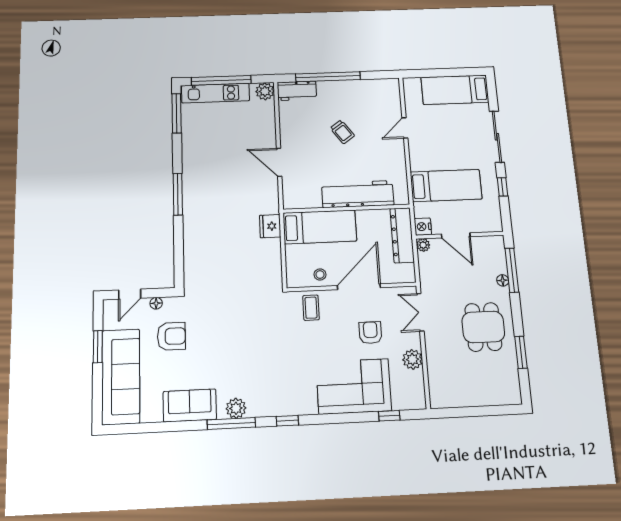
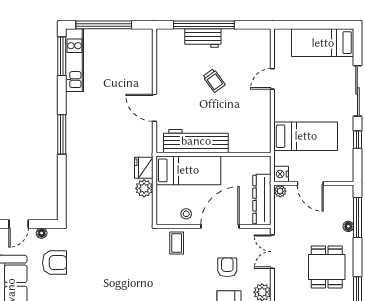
plant: (265, 91) -> (144, 188), moved
workbench: (297, 91) -> (203, 38), moved
kitchen unit: (215, 93) -> (74, 60), moved, turned -90
workbench: (358, 194) -> (196, 141), moved
dresser: (402, 235) -> (262, 199), moved

